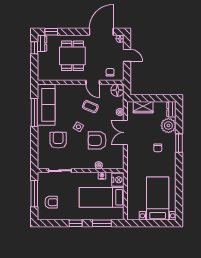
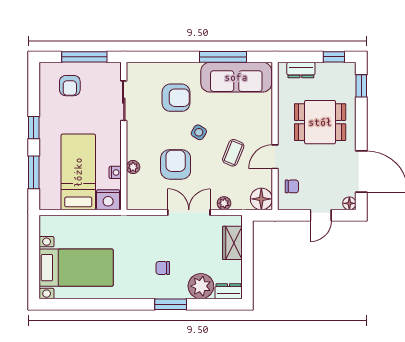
dresser: (42, 44) -> (301, 70), moved

